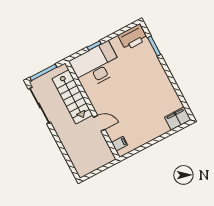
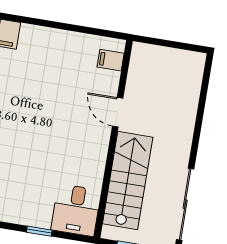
desk: (96, 65) -> (76, 210), width x0.53, depth x0.77

